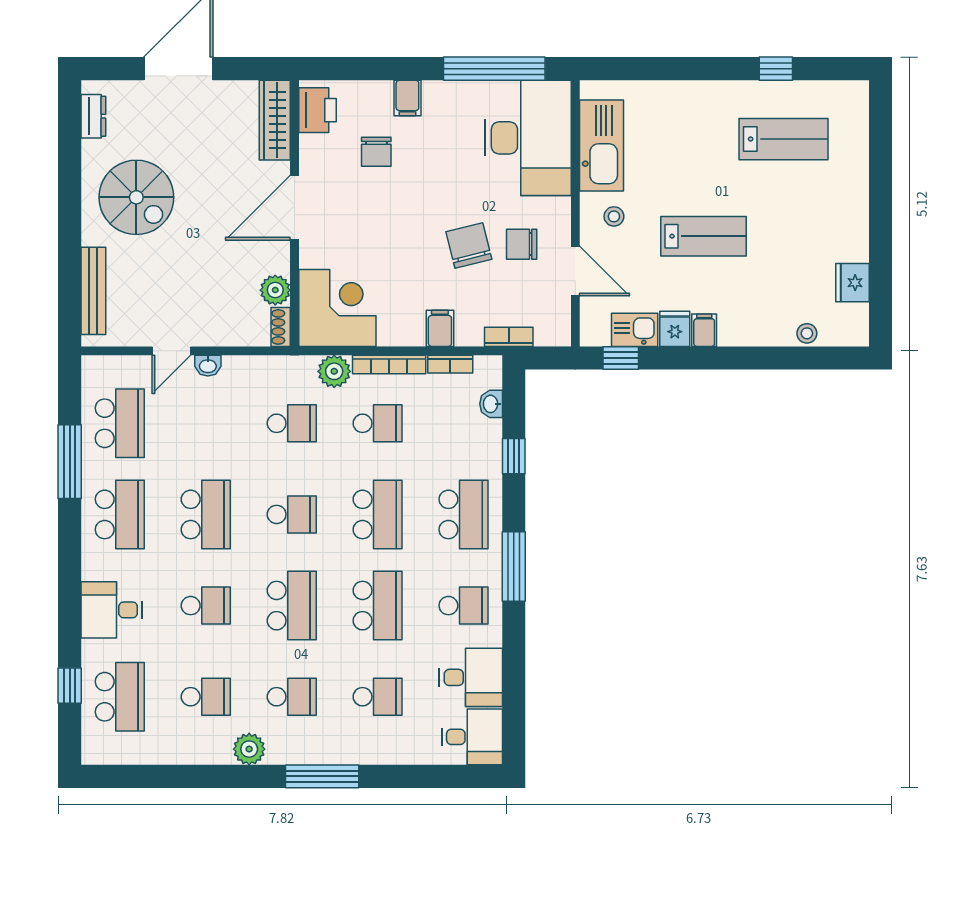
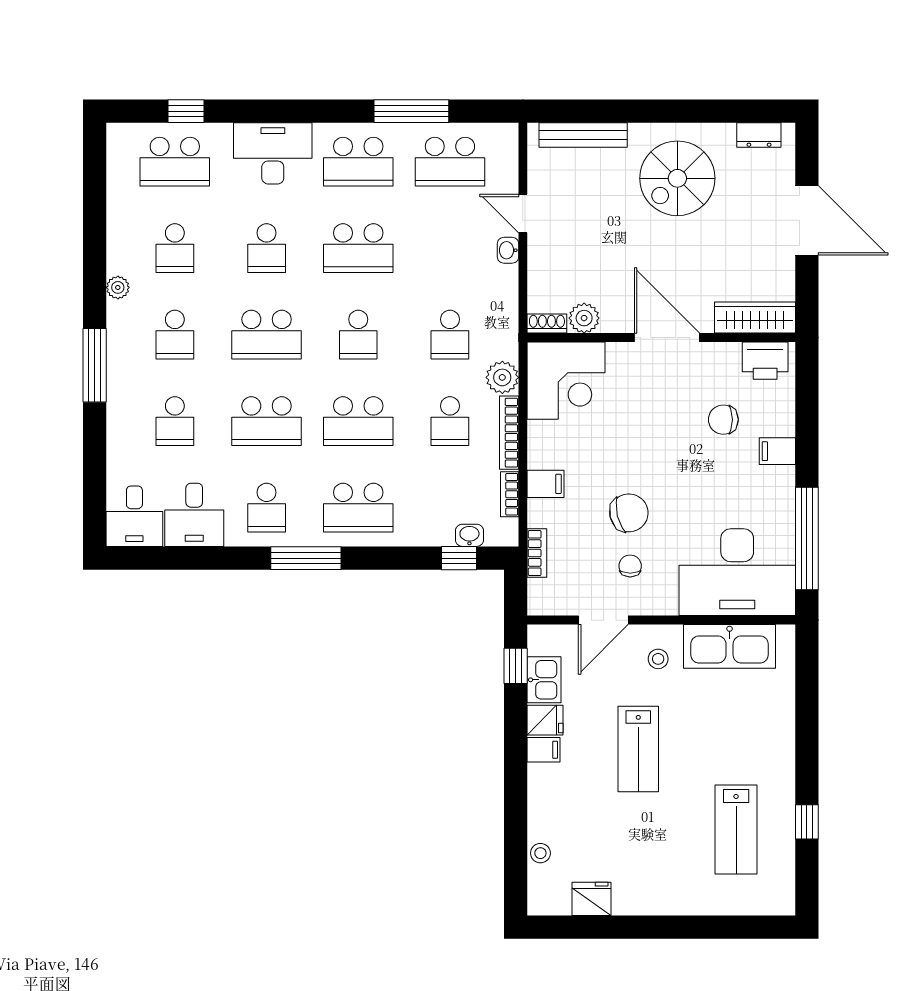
chair: (522, 244) -> (630, 566), width x0.73, depth x0.73
window: (514, 456) -> (459, 558), moved
desk: (112, 610) -> (273, 153), width x1.37
plant: (249, 749) -> (118, 287), width x0.73, depth x0.73

